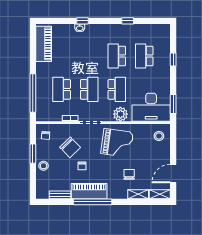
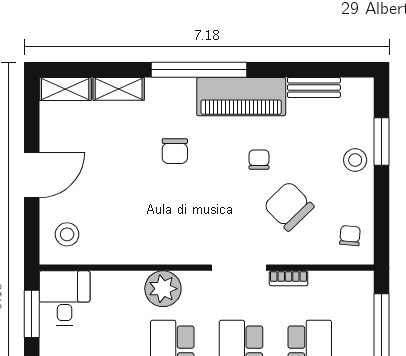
desk: (151, 107) -> (65, 298), width x0.53, depth x0.77
grand piano: (117, 143) -> (172, 217), removed
window: (33, 154) -> (382, 141), moved
chair: (129, 174) -> (175, 151), moved
door: (173, 174) -> (32, 175), moved
window: (92, 202) -> (199, 70), moved

